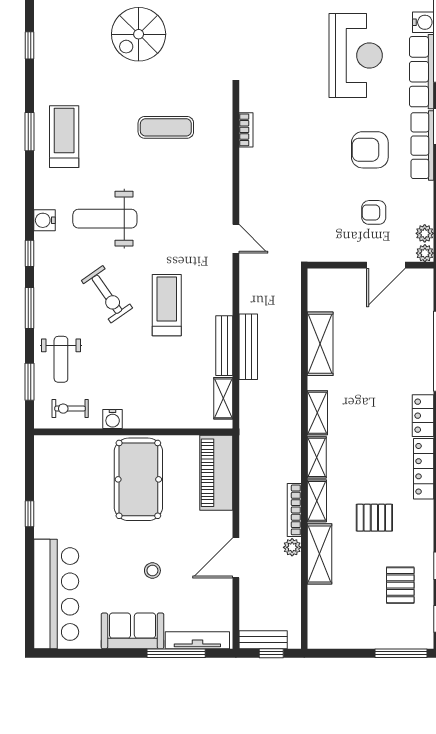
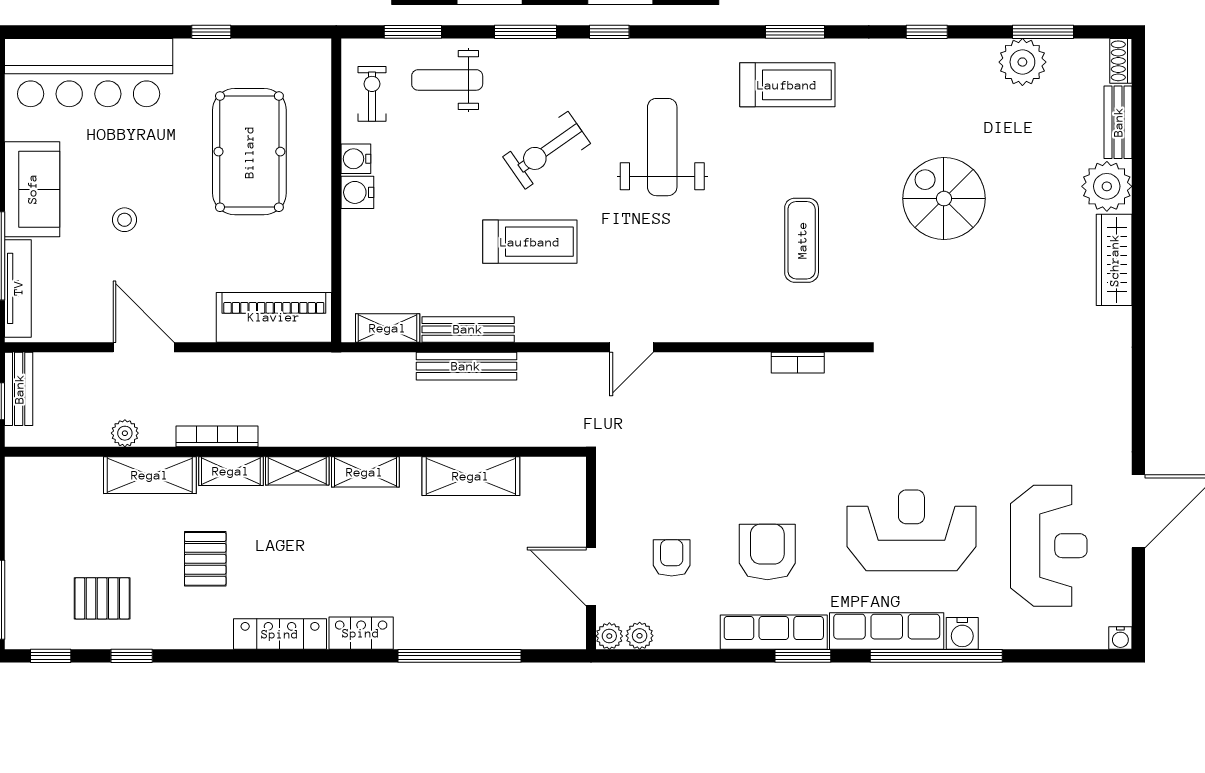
reception desk: (356, 55) -> (911, 530), turned 180
water cooler: (44, 220) -> (357, 192), moved, turned -90
pool table: (138, 479) -> (249, 152), moved, turned 90
plant: (292, 547) -> (125, 433), moved

